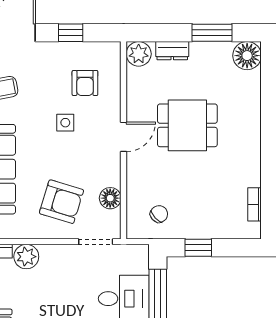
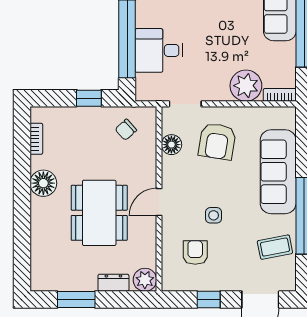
floor lamp: (247, 56) -> (43, 183), moved
dining table: (187, 125) -> (99, 213), width x1.38
armchair: (61, 202) -> (217, 141), turned -98
plant: (26, 257) -> (246, 86), width x1.36, depth x1.36

